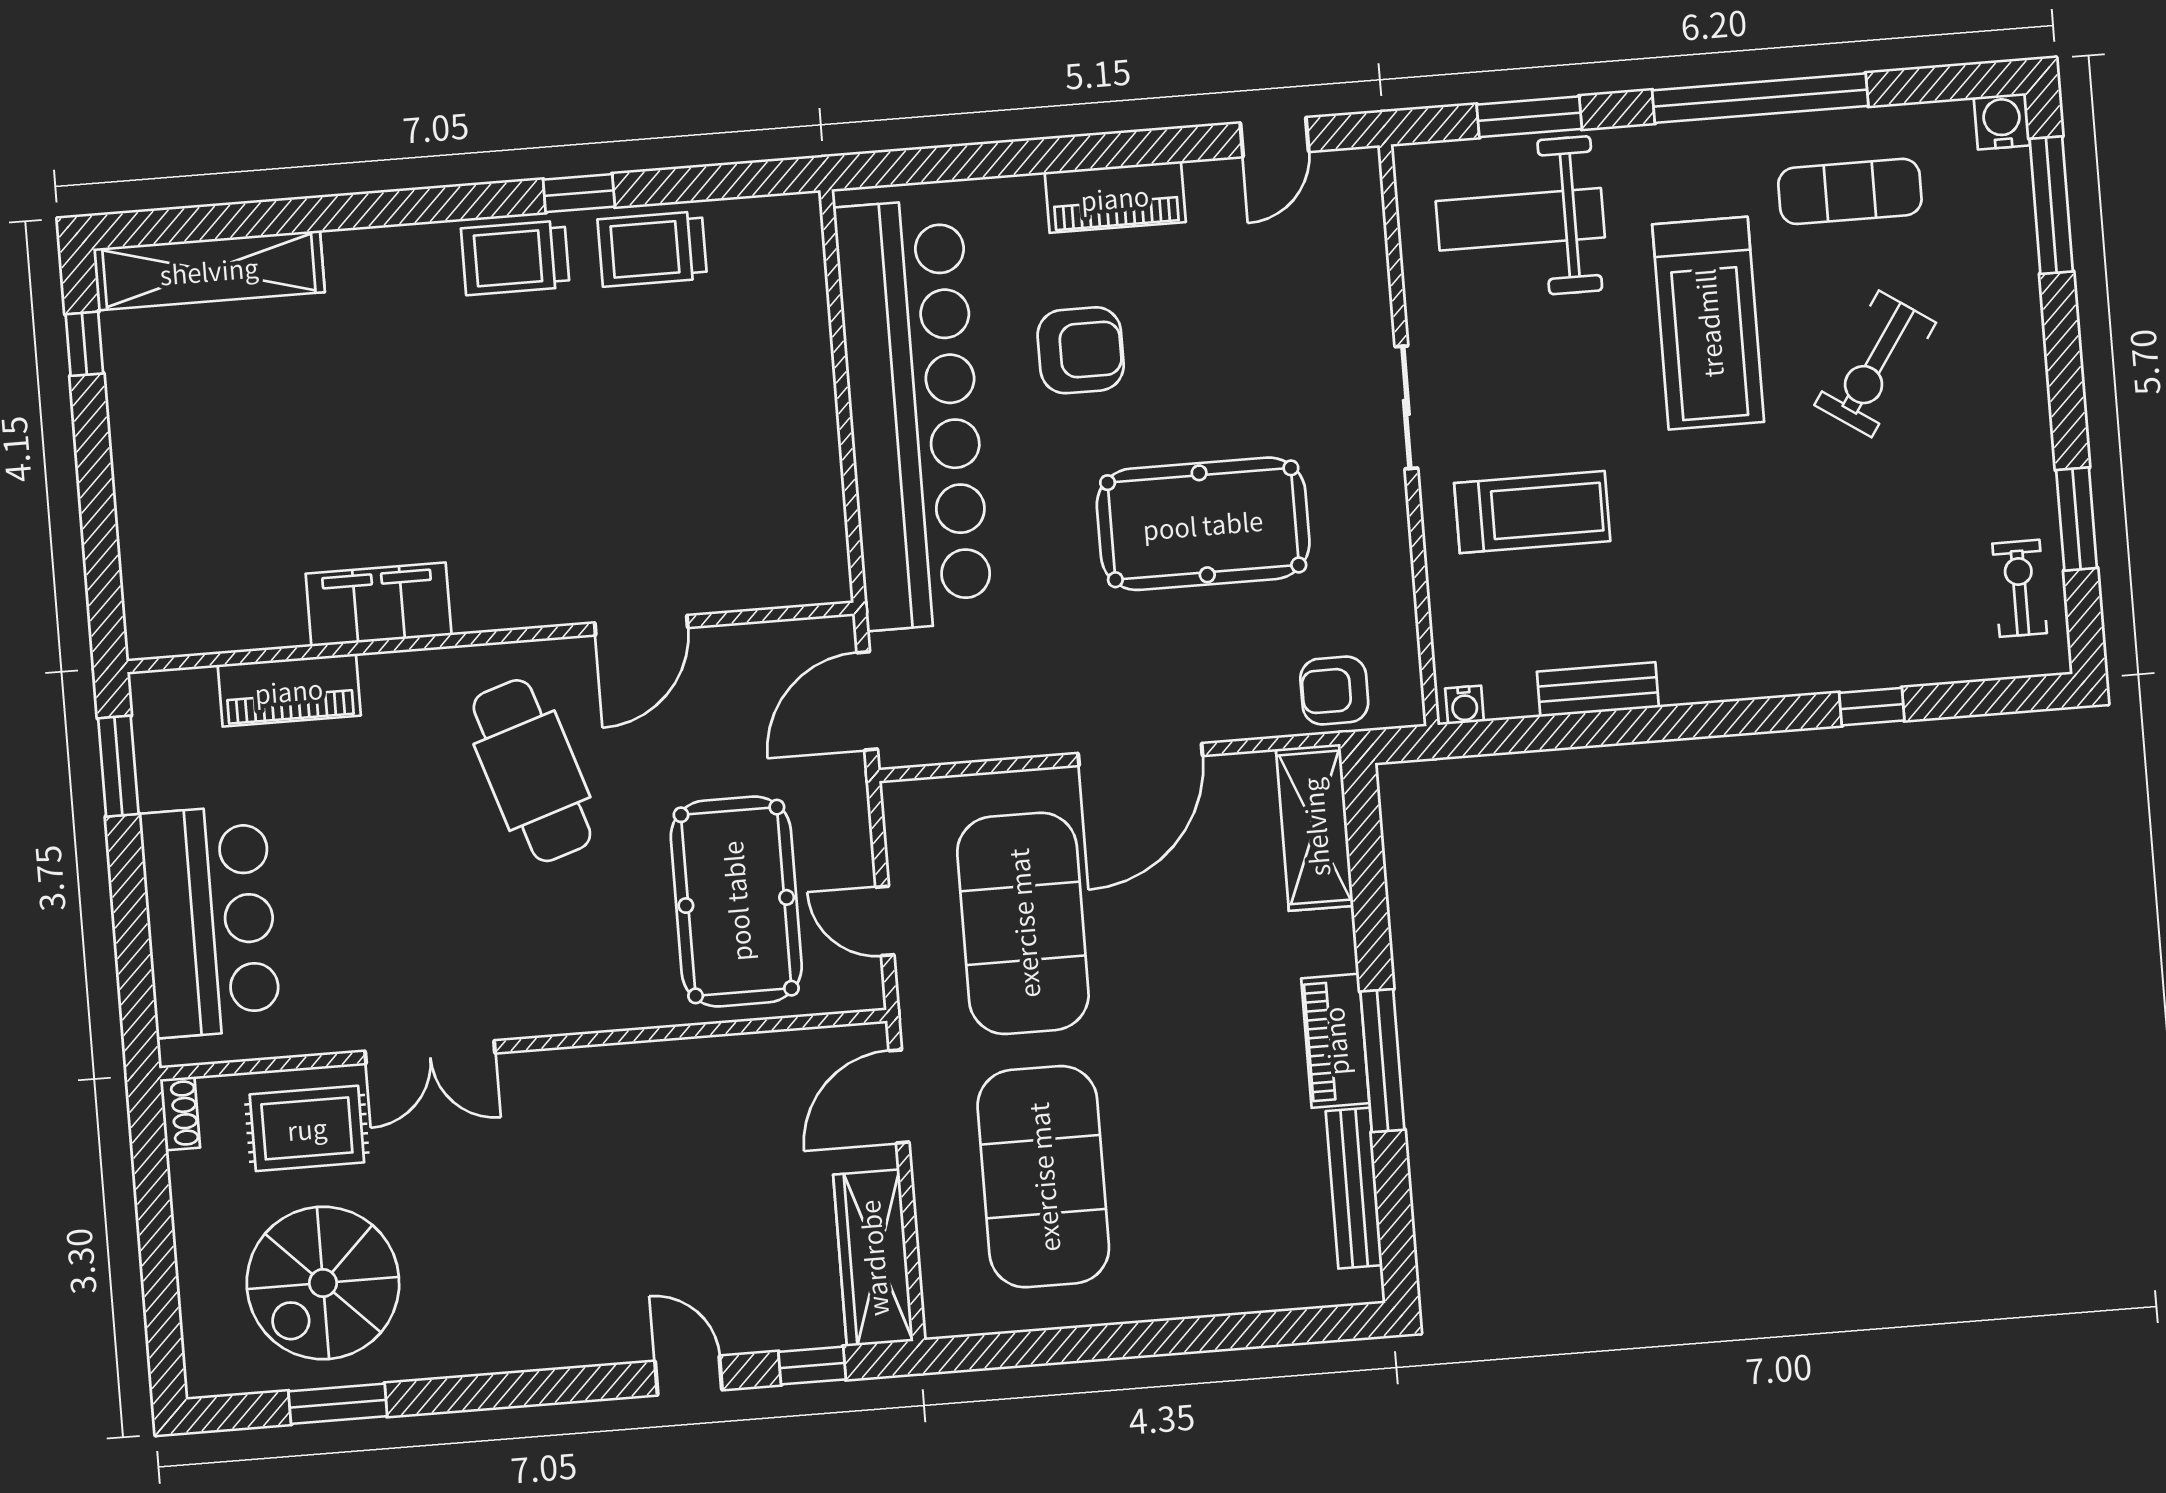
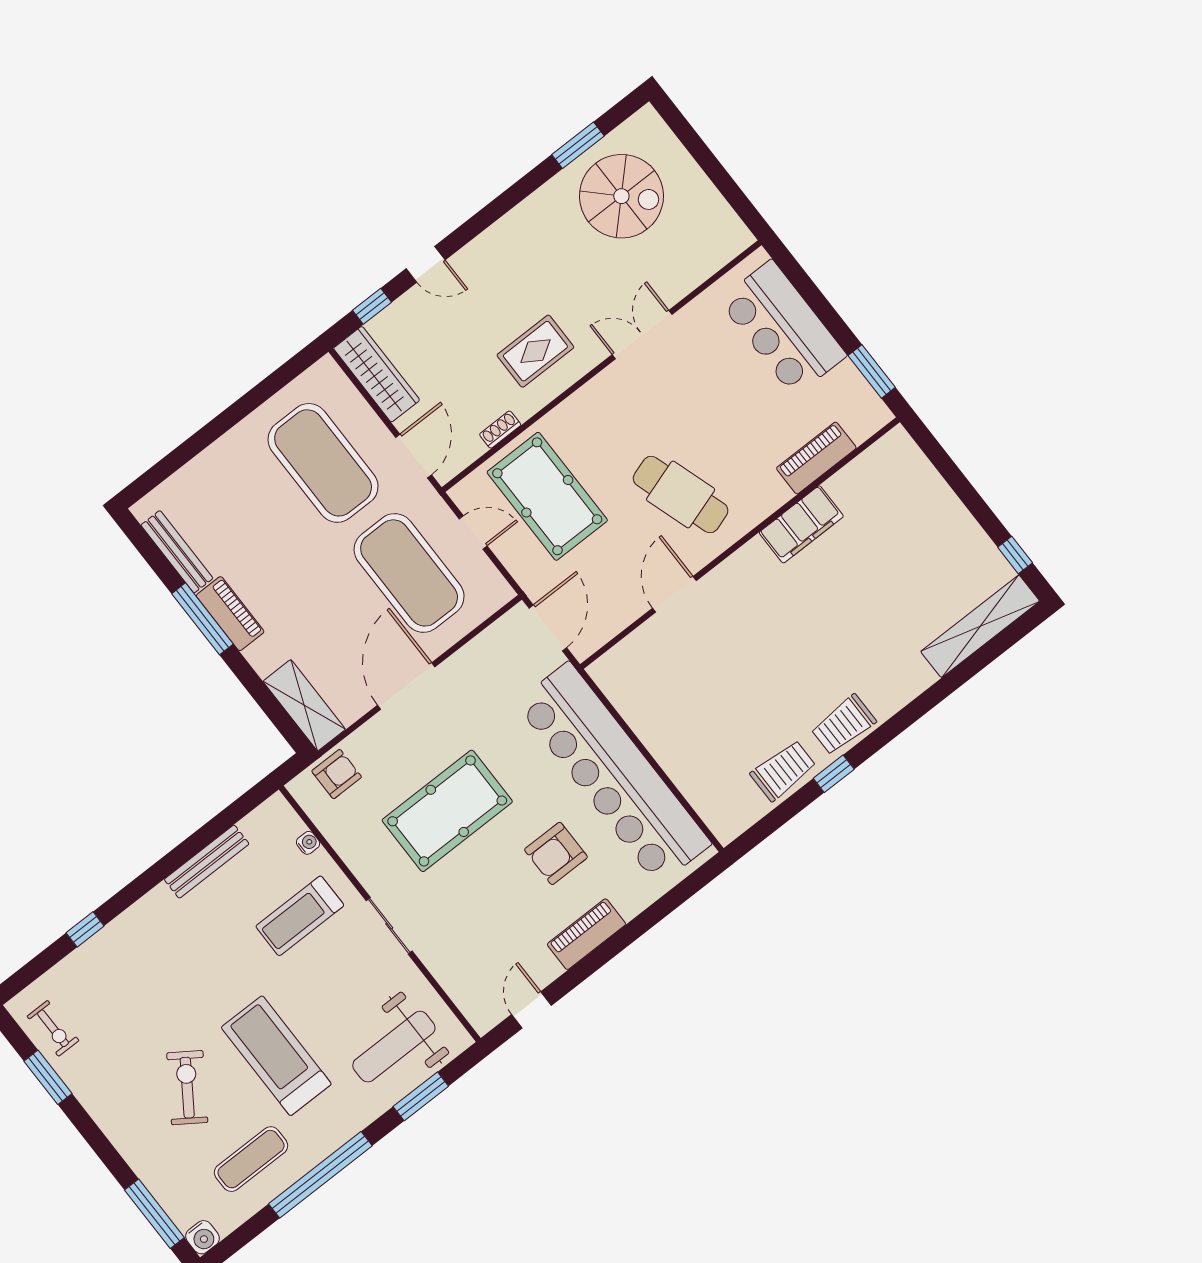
weight bench: (1520, 219) -> (394, 1047), turned 180
trolley: (515, 258) -> (843, 725), turned 180
bench: (1598, 689) -> (207, 862), width x1.36
water cooler: (1465, 705) -> (308, 843), moved, turned 90
shoe rack: (180, 1113) -> (500, 430), moved, turned 90
rug: (307, 1128) -> (535, 351), moved
spiral stairs: (323, 1283) -> (621, 196), turned 90

